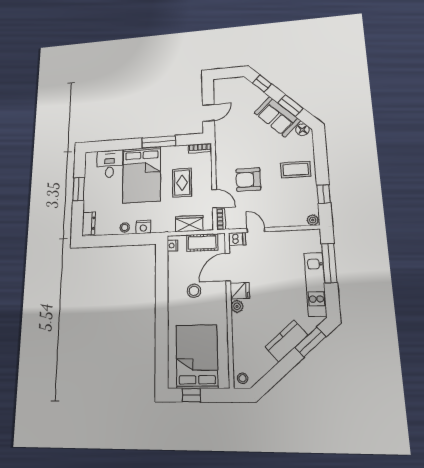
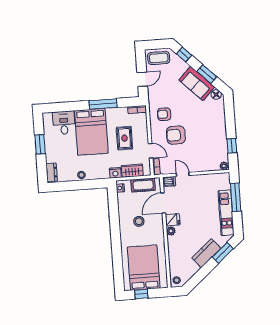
armchair: (234, 154) -> (164, 114), added
coffee table: (296, 170) -> (159, 58), moved
nightstand: (143, 227) -> (115, 173), moved

